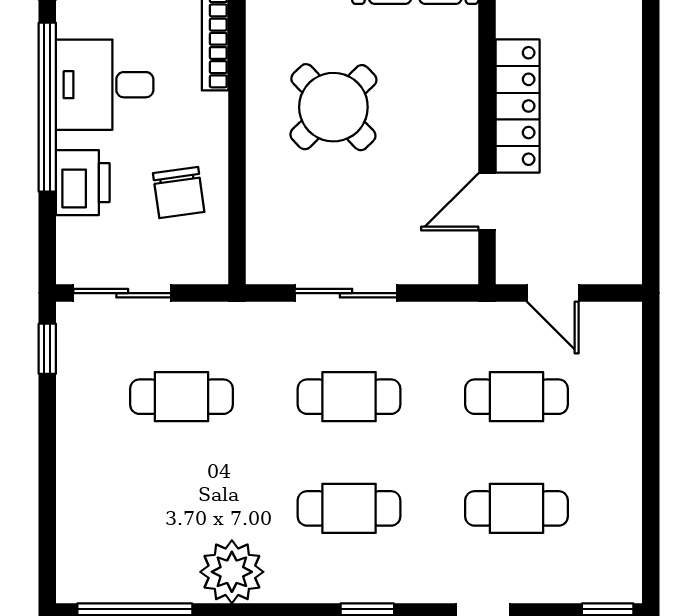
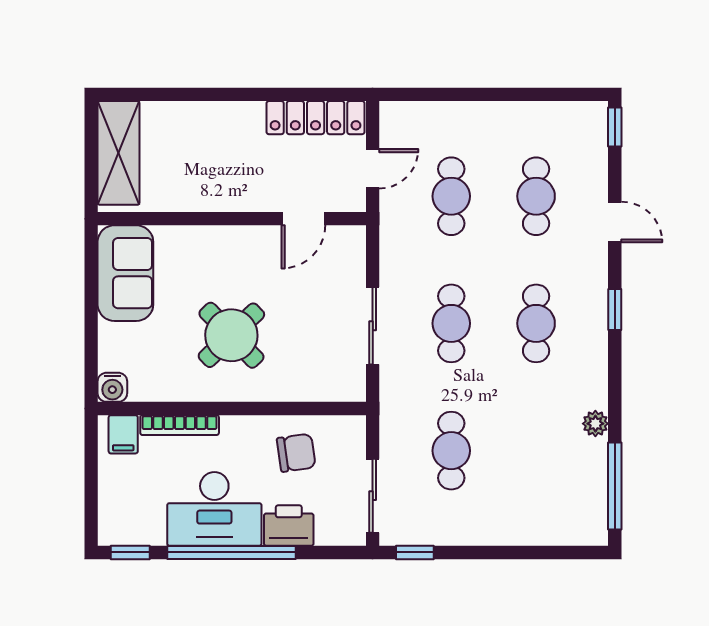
desk: (105, 85) -> (214, 509), width x1.37
locker: (518, 106) -> (316, 118), moved, turned 180
door: (487, 202) -> (303, 219), hinge flipped
plant: (232, 572) -> (595, 424), width x0.53, depth x0.53

